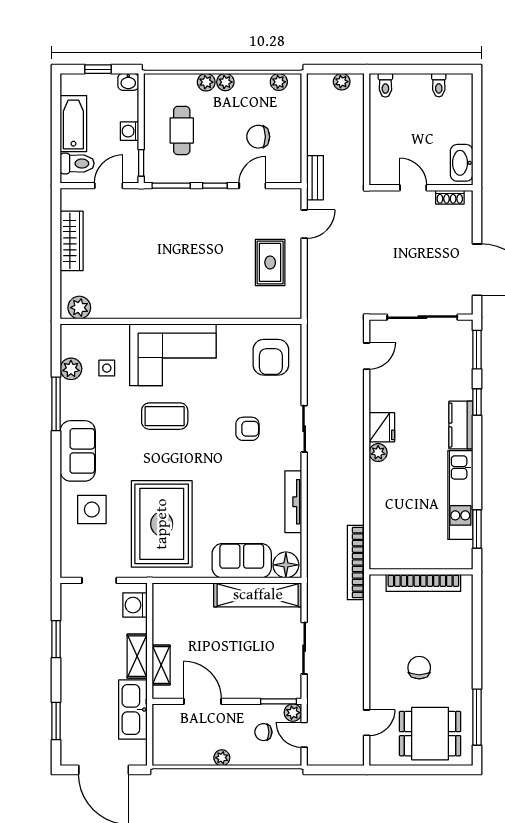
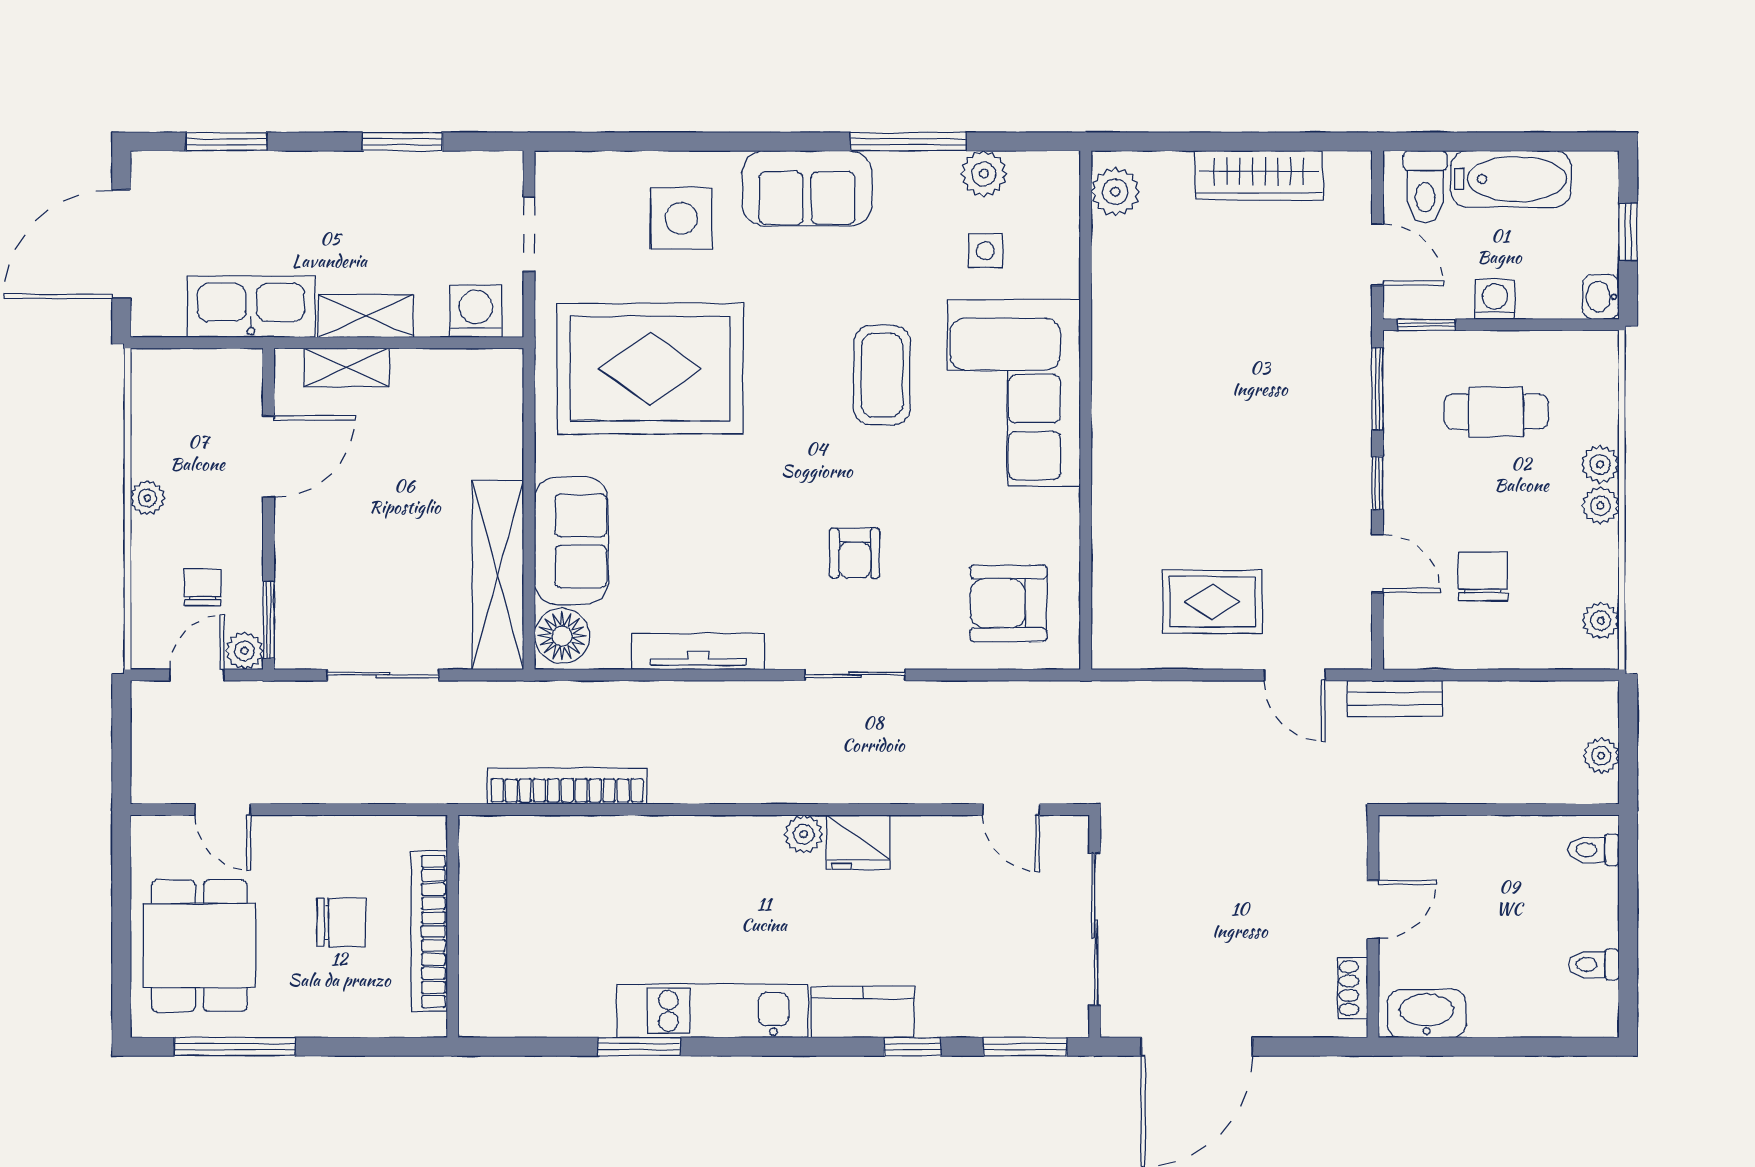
wall: (421, 572) -> (453, 926), moved
bookcase: (423, 583) -> (429, 931), moved

